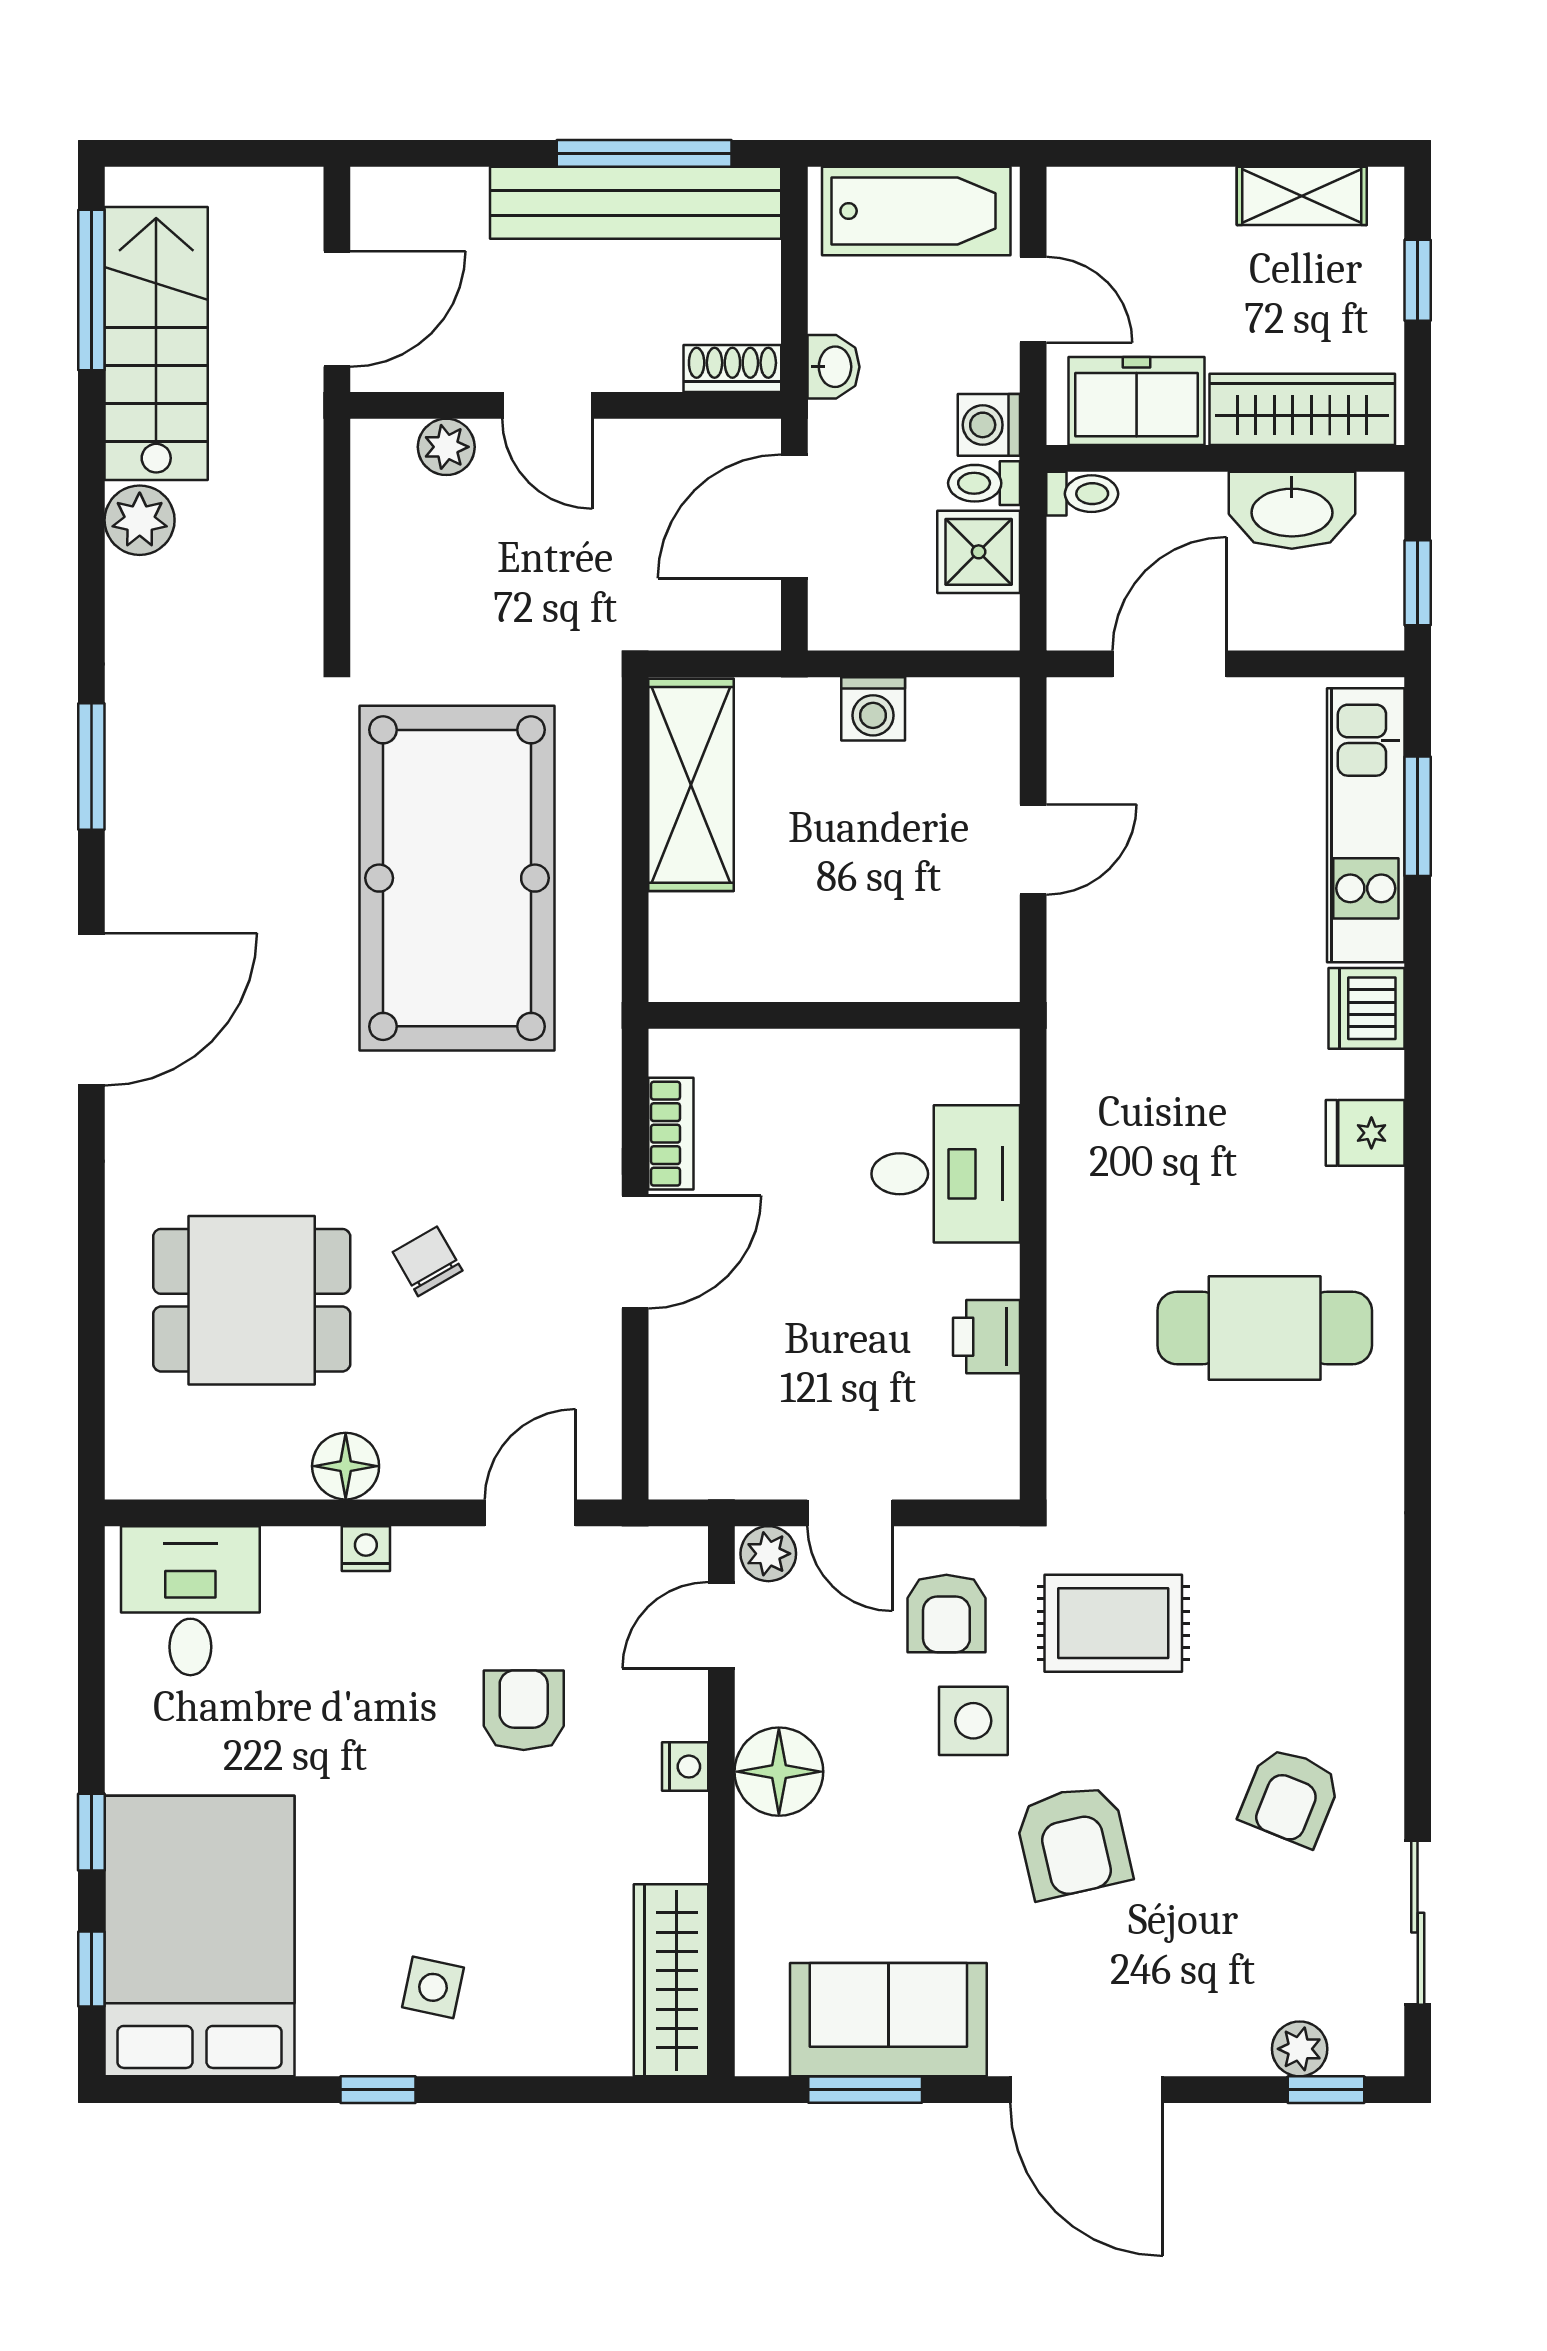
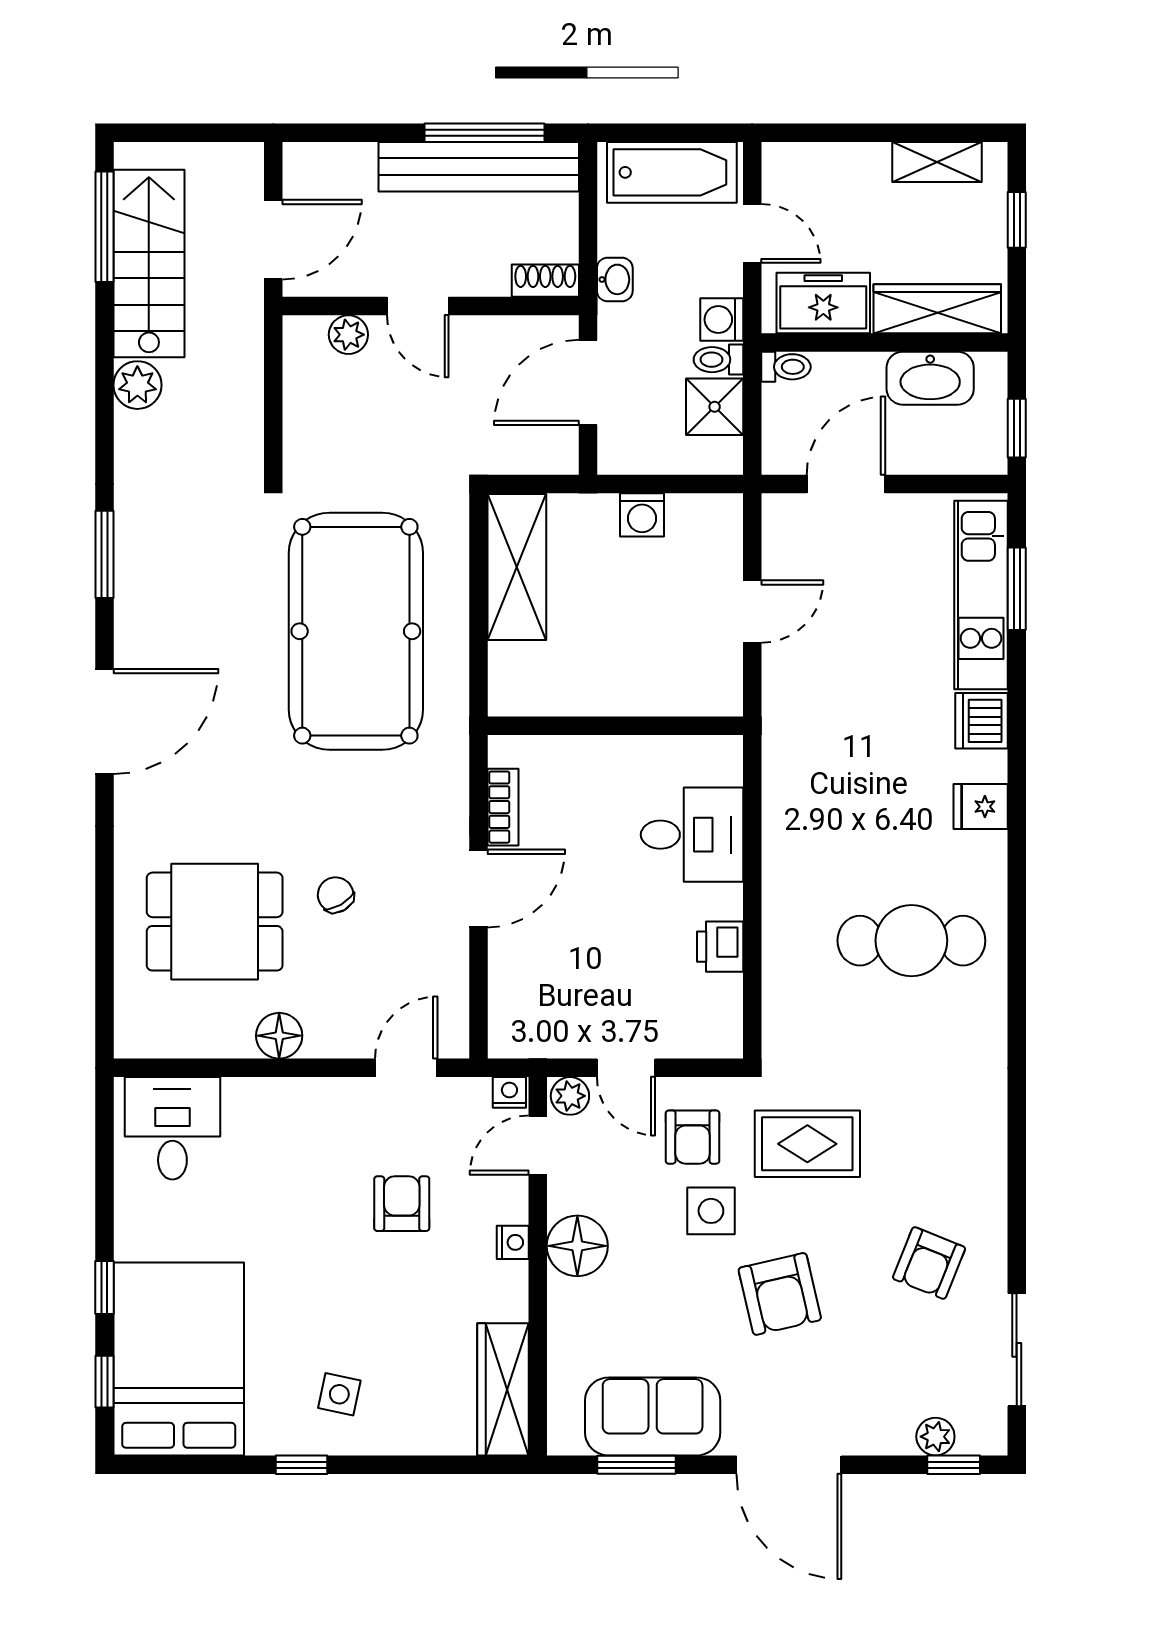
nightstand: (366, 1549) -> (509, 1092), moved

